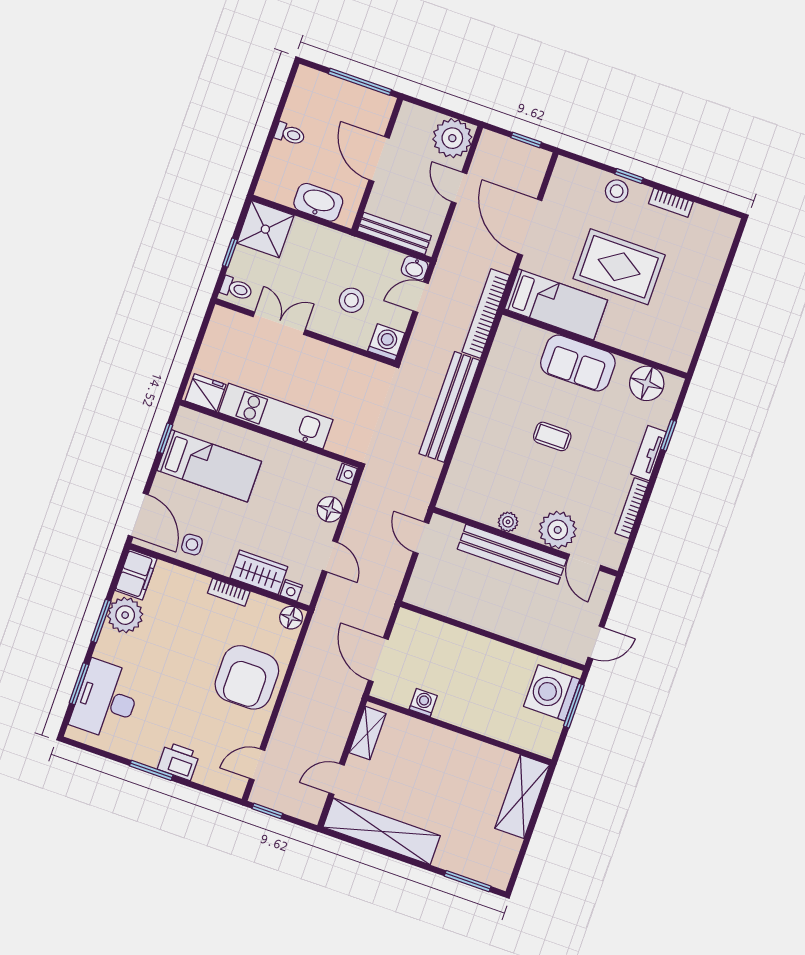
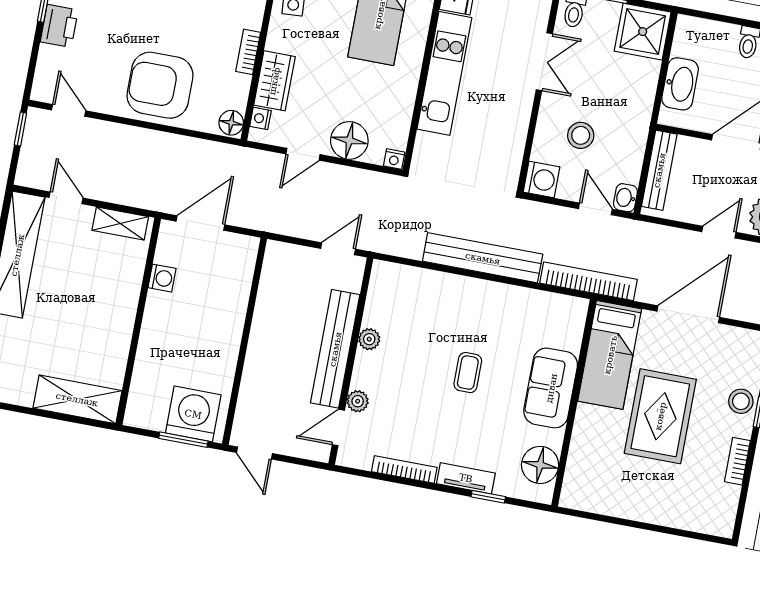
floor lamp: (330, 509) -> (349, 140), width x1.38, depth x1.38
plant: (558, 530) -> (358, 401), width x0.53, depth x0.53

